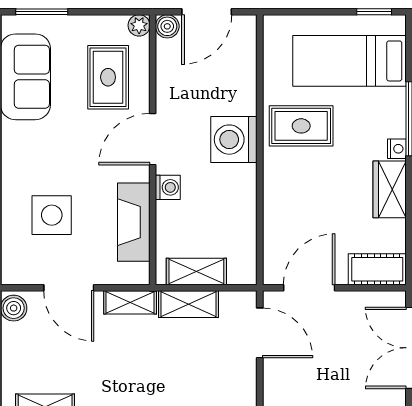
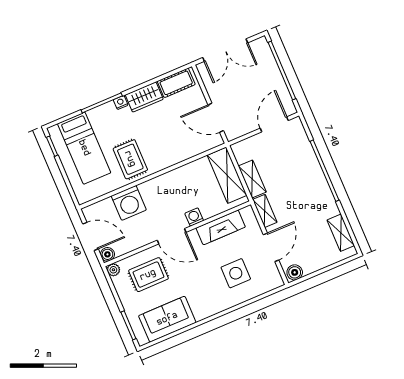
washing machine: (234, 140) -> (129, 203), moved
cot: (377, 269) -> (176, 83), moved, turned 90
shelving: (196, 271) -> (227, 175), width x1.50, depth x1.33
door: (260, 333) -> (274, 124), moved

